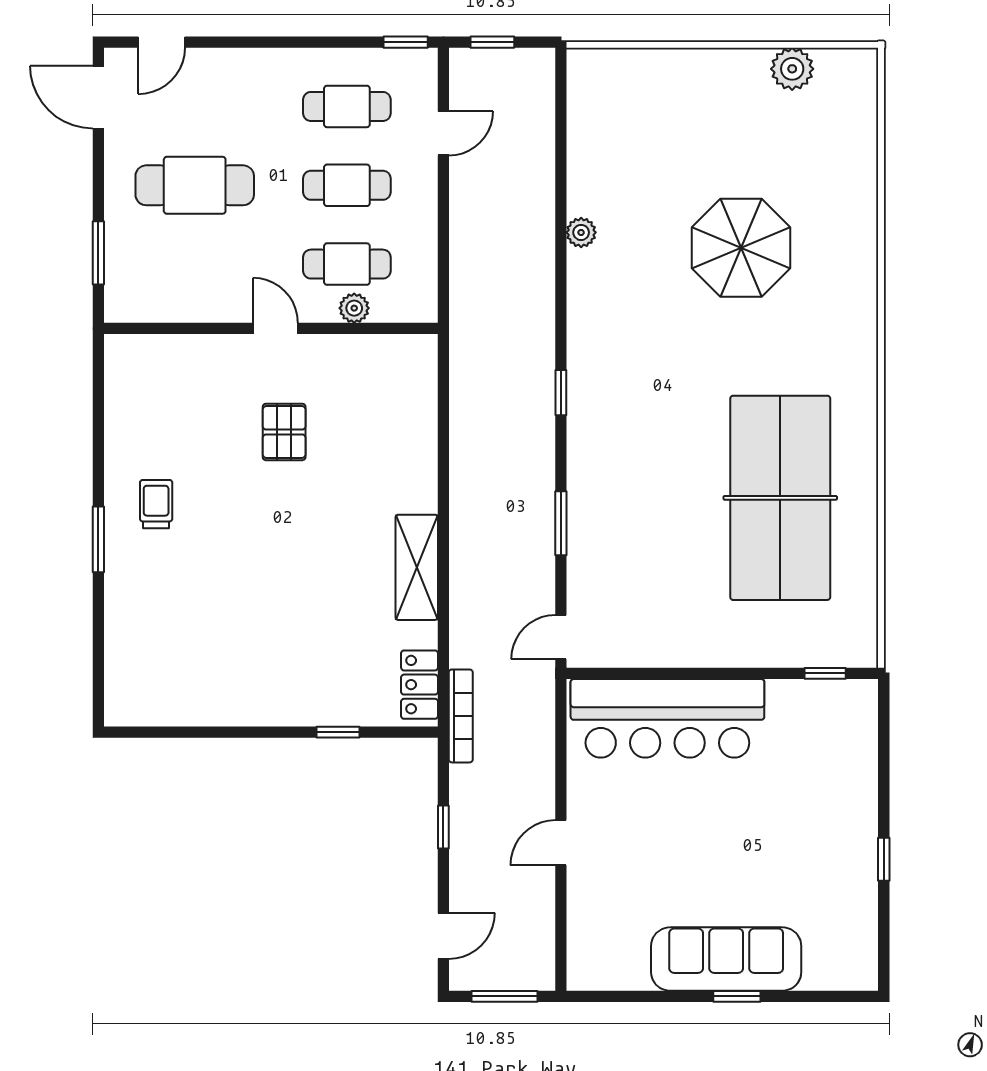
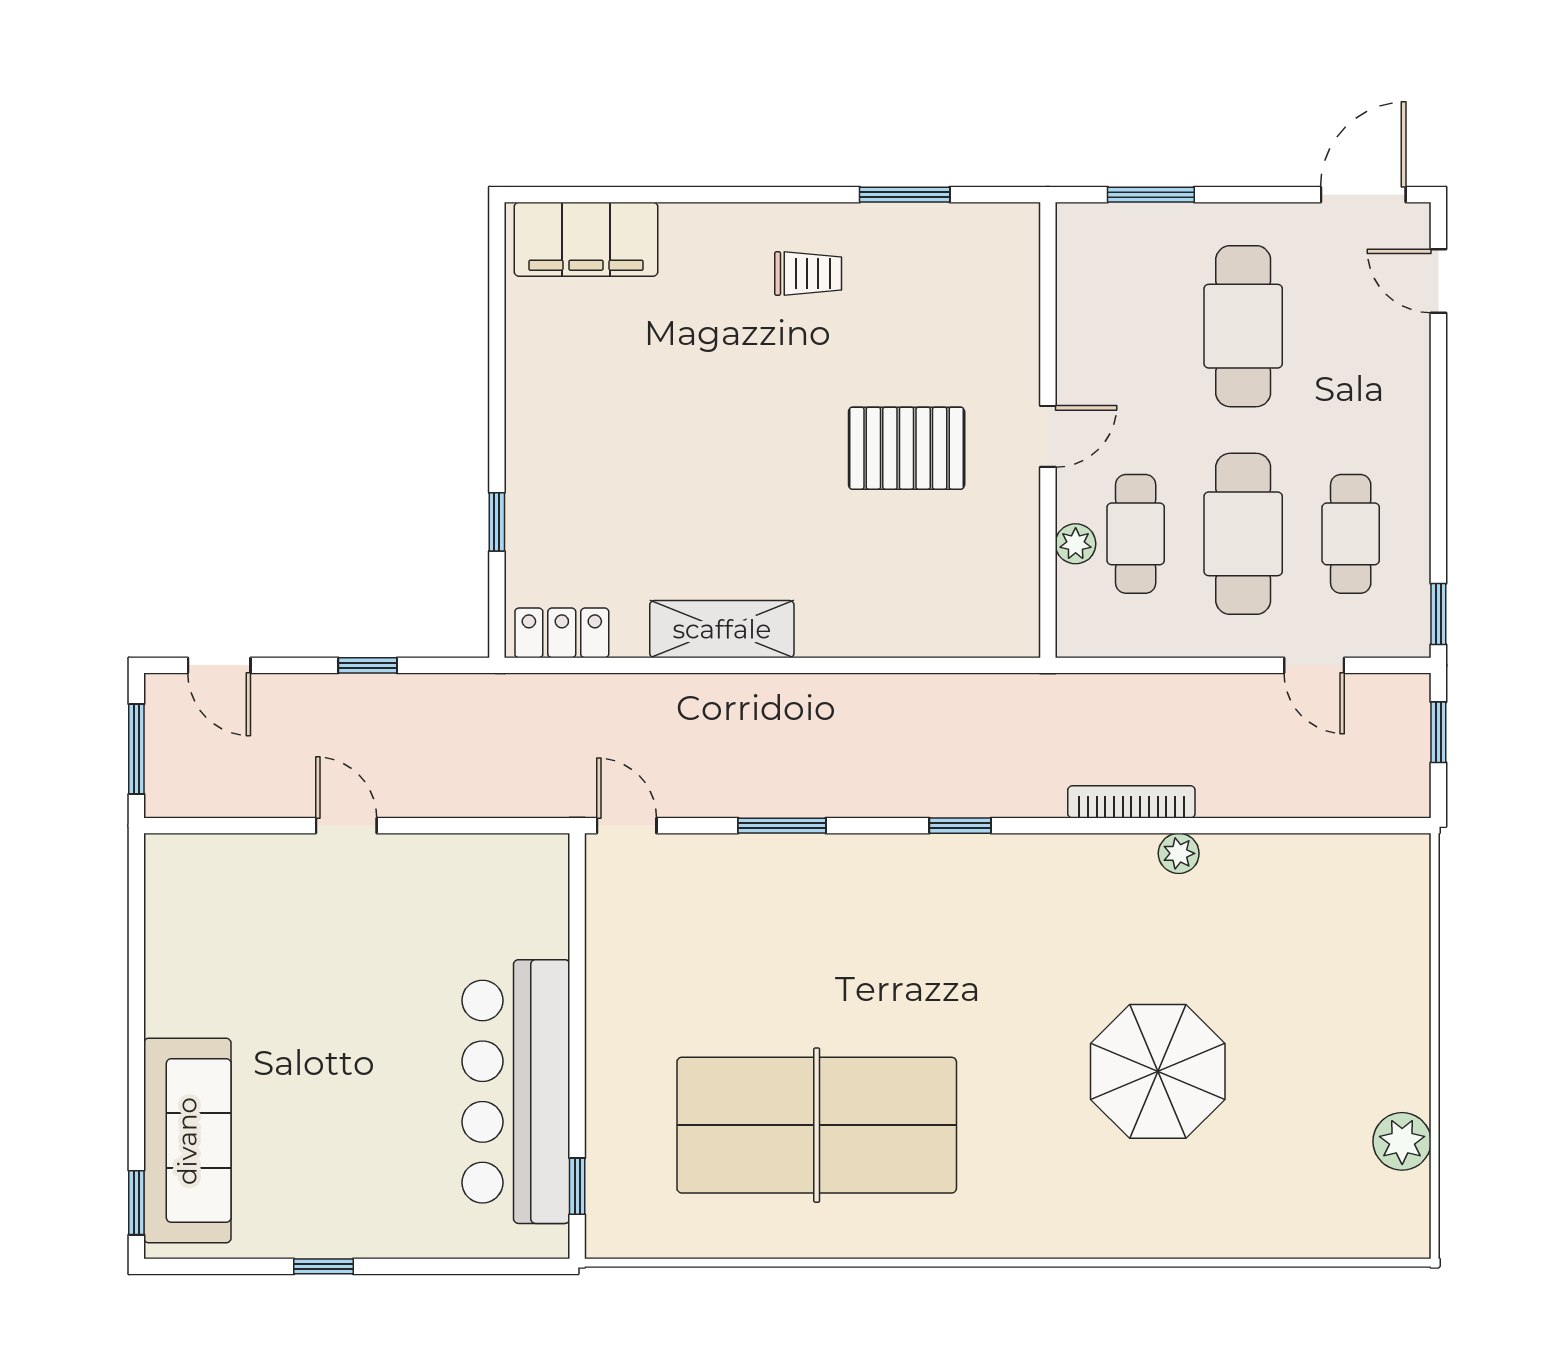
cafe table: (347, 185) -> (1243, 534), width x1.37, depth x1.35
pallet: (284, 432) -> (907, 448), width x1.50, depth x1.42
window: (98, 539) -> (905, 195), moved
filing cabinet: (131, 667) -> (586, 239), added
bookcase: (461, 716) -> (1131, 802), moved, turned 180
bar counter: (667, 718) -> (516, 1092), moved
sofa: (726, 959) -> (187, 1141), moved
window: (737, 996) -> (136, 1203), moved

